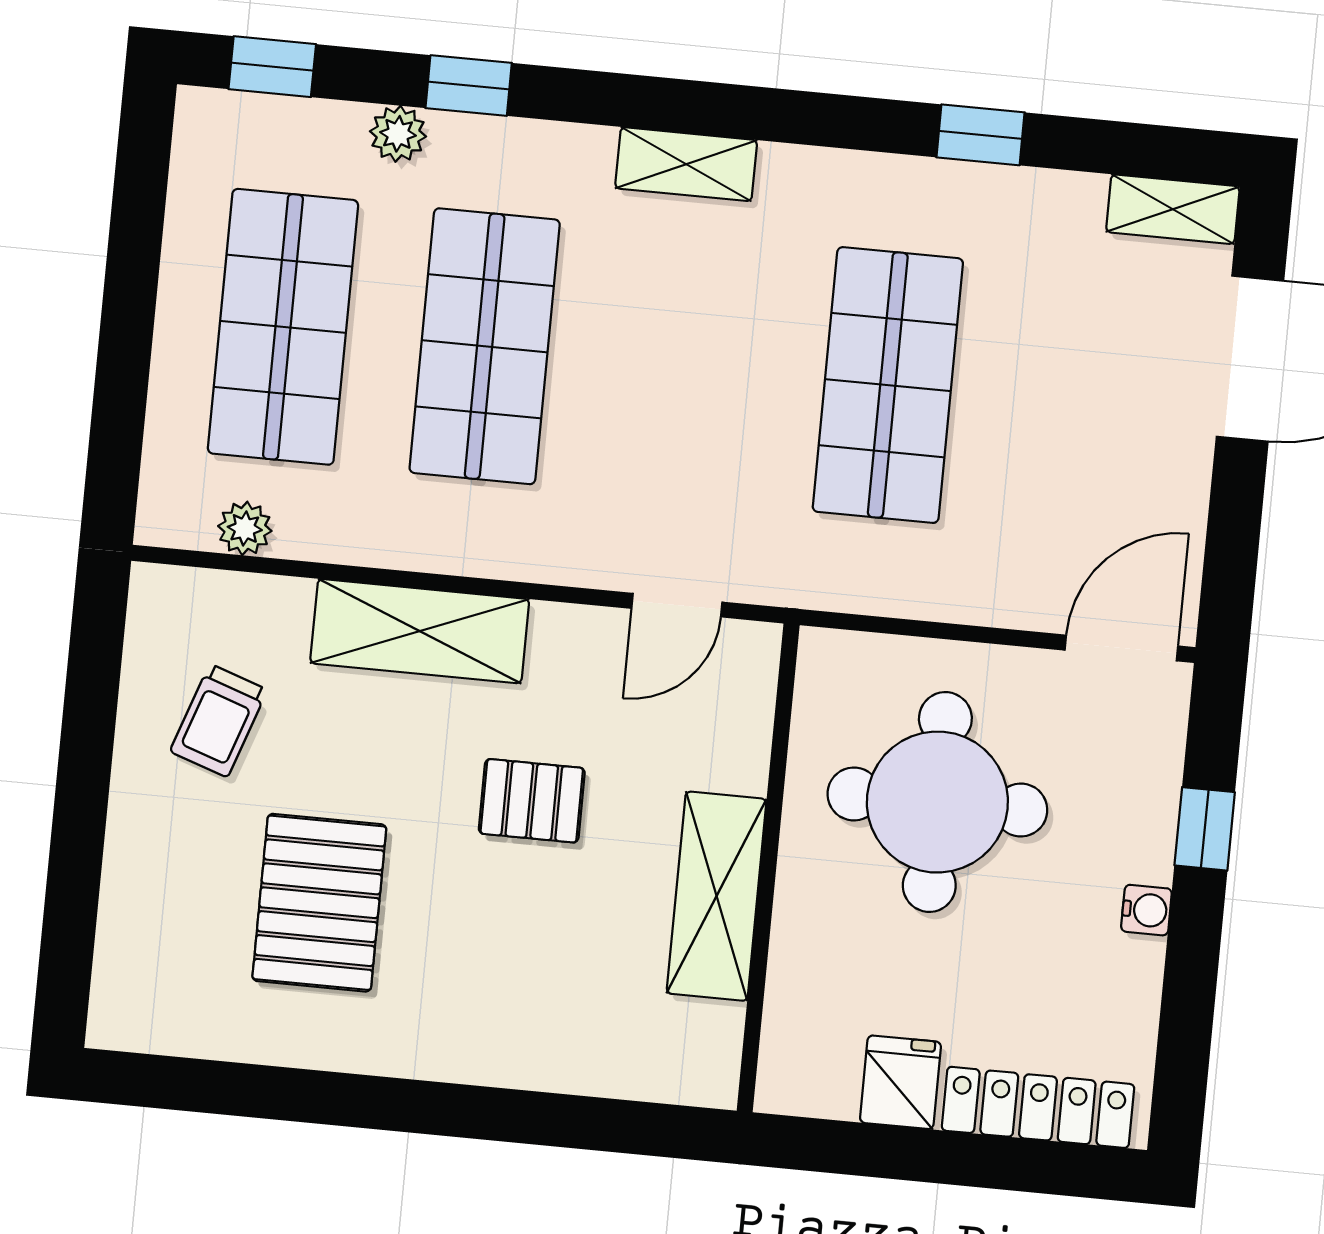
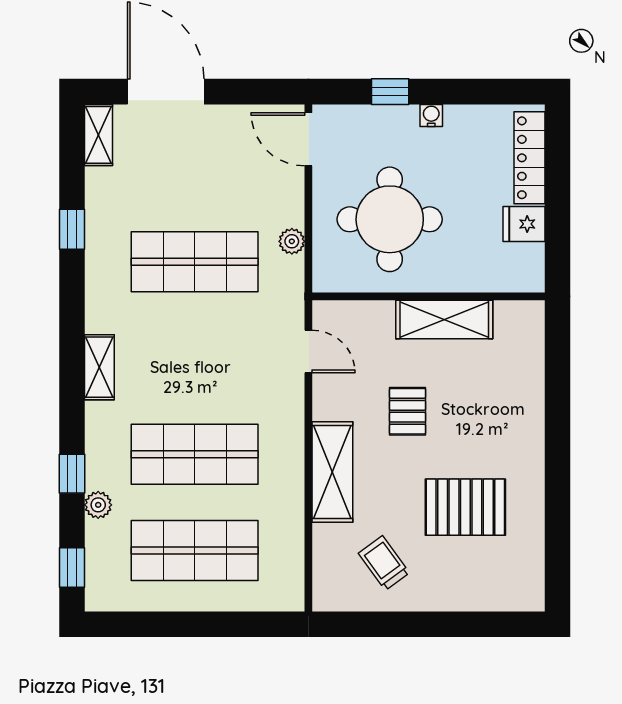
plant: (245, 528) -> (292, 241), moved
trolley: (219, 721) -> (384, 563), turned -145

